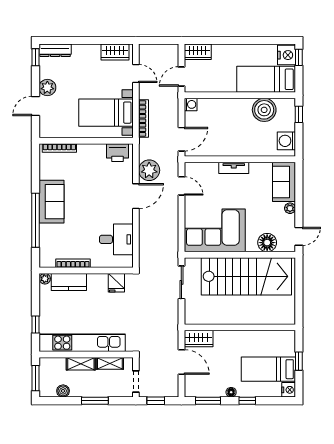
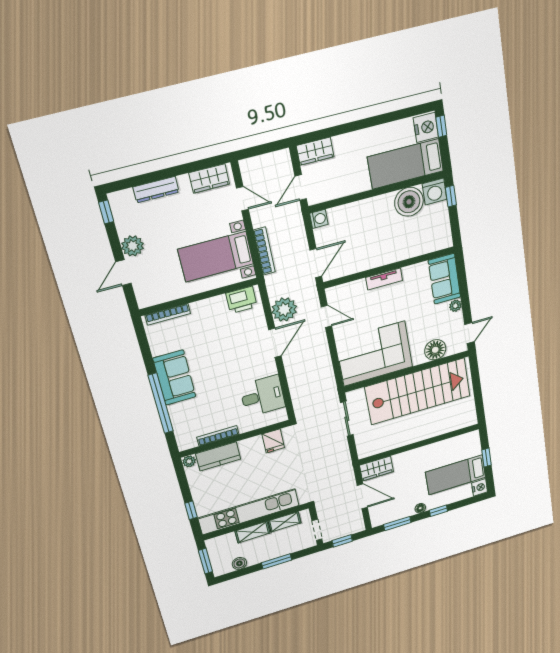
dresser: (55, 50) -> (156, 190), moved
washing machine: (286, 141) -> (434, 192), moved, turned -90

